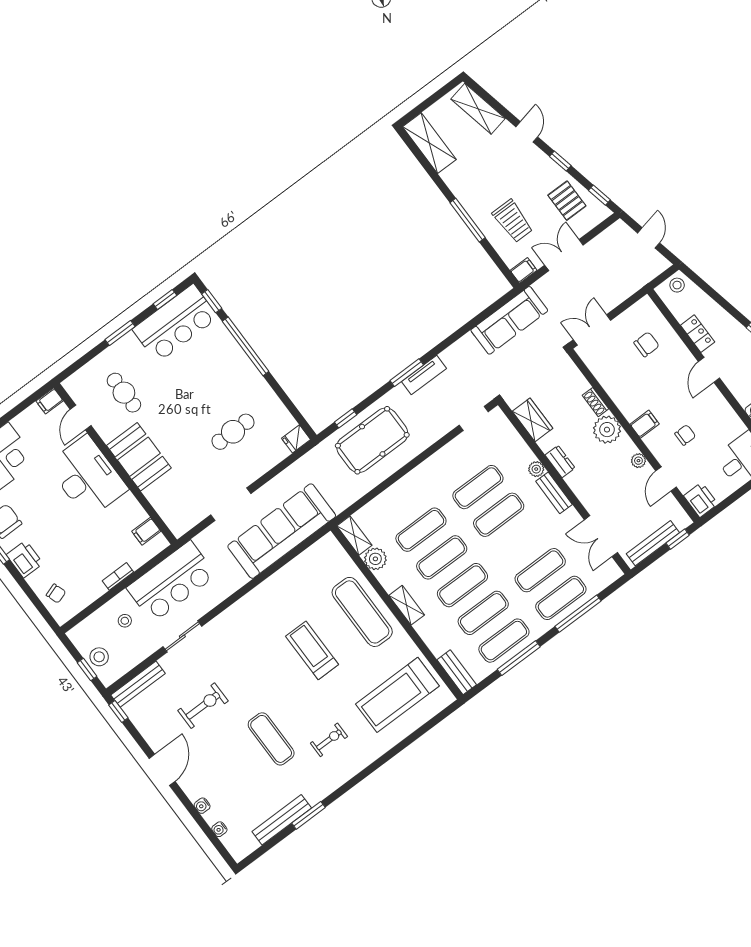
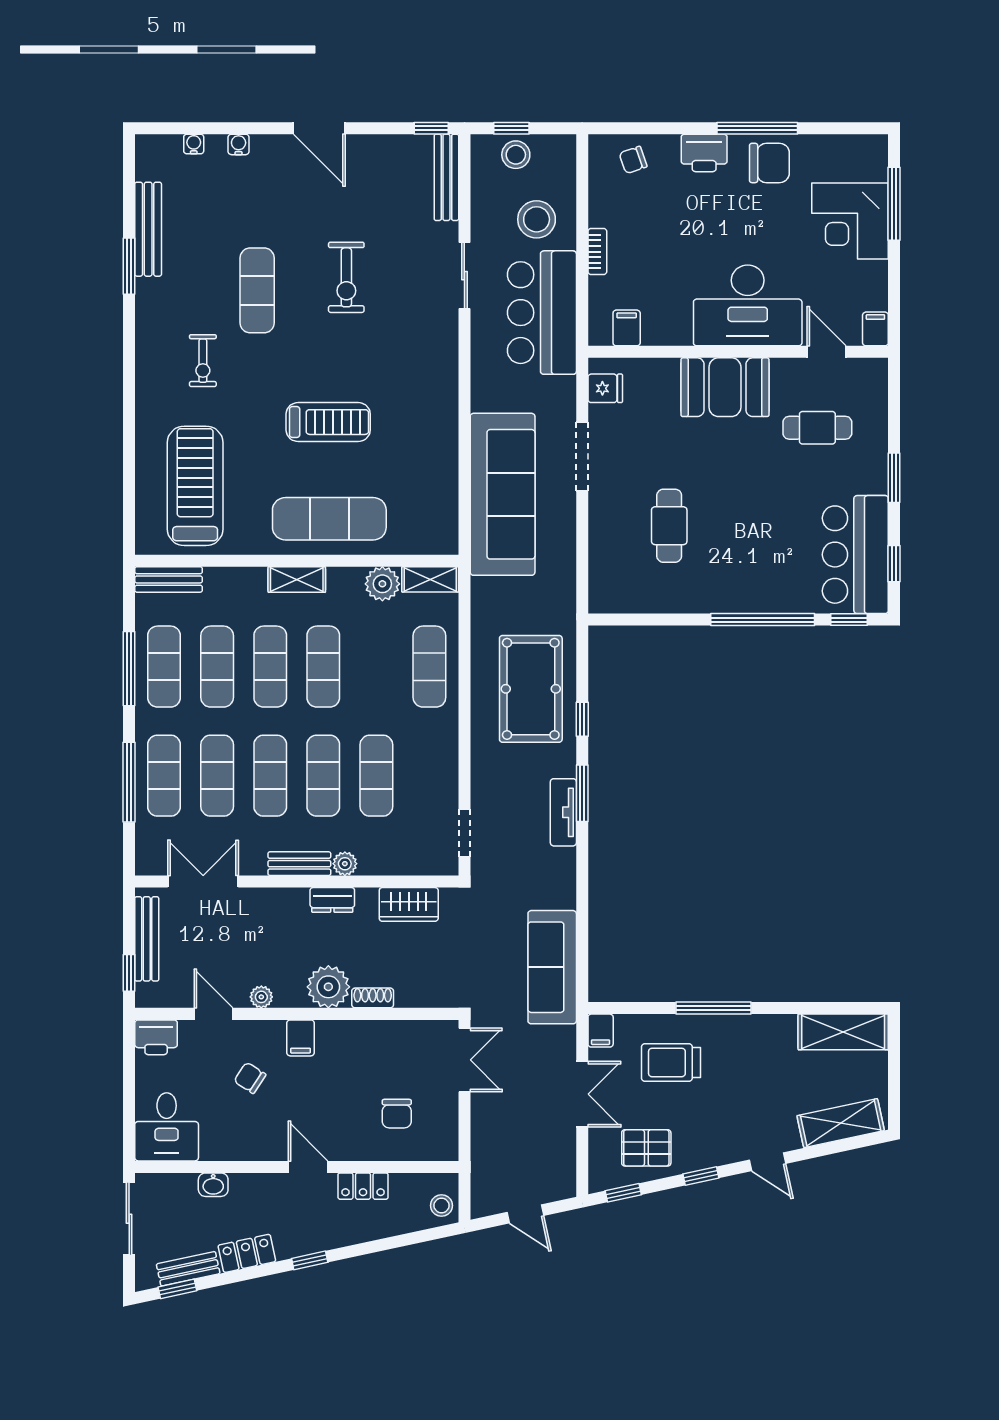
window: (346, 418) -> (582, 719), moved
chair: (685, 435) -> (250, 1078), turned 123
fridge: (296, 439) -> (605, 388), moved, turned 90
exercise mat: (421, 530) -> (429, 667), moved
exercise mat: (519, 542) -> (270, 776), added
stool: (125, 621) -> (537, 219), width x1.89, depth x1.89
exercise bike: (203, 706) -> (346, 277), moved
exercise mat: (271, 739) -> (257, 290), turned 90

